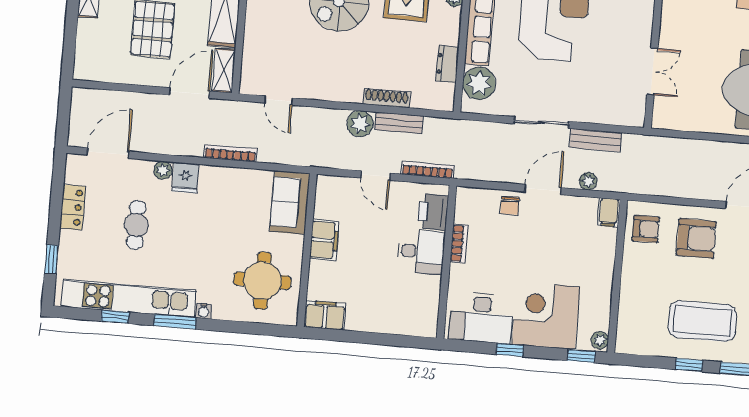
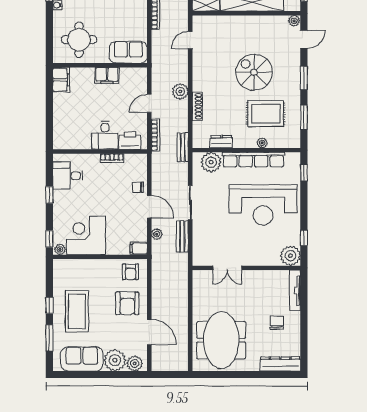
bench: (399, 123) -> (183, 147), moved
corner desk: (546, 316) -> (86, 235), moved, turned -90
desk: (481, 318) -> (68, 176), width x0.73

